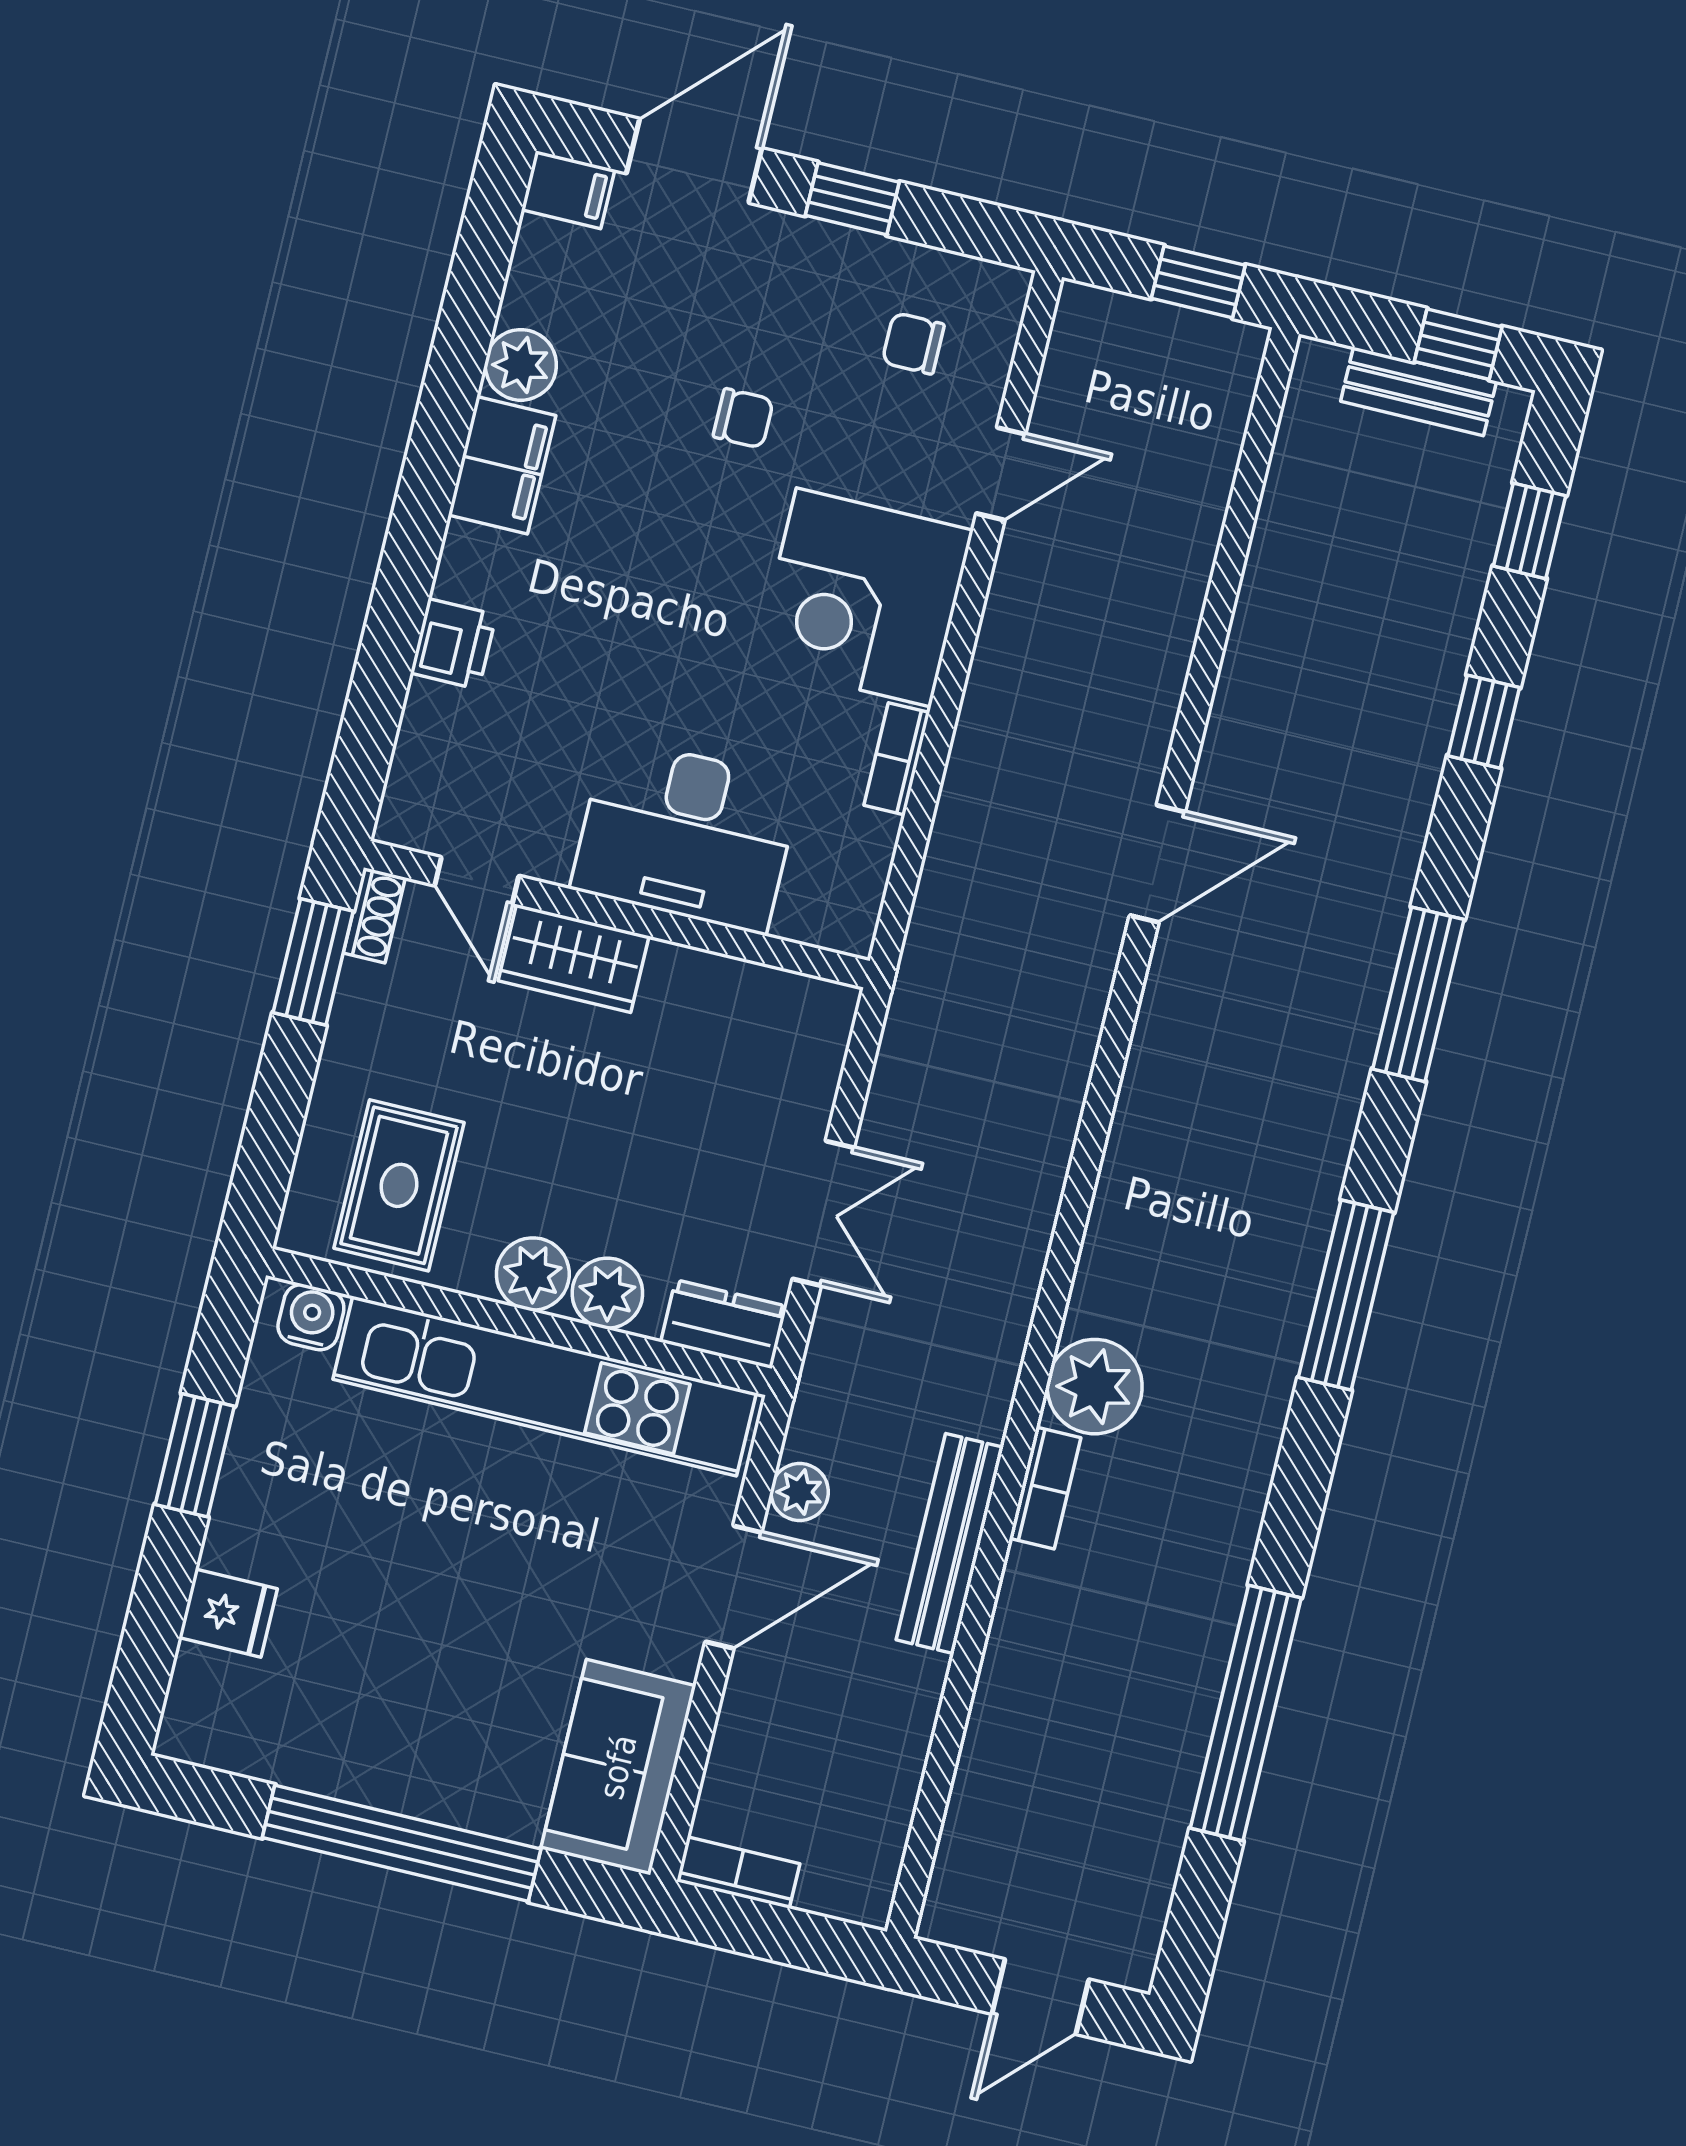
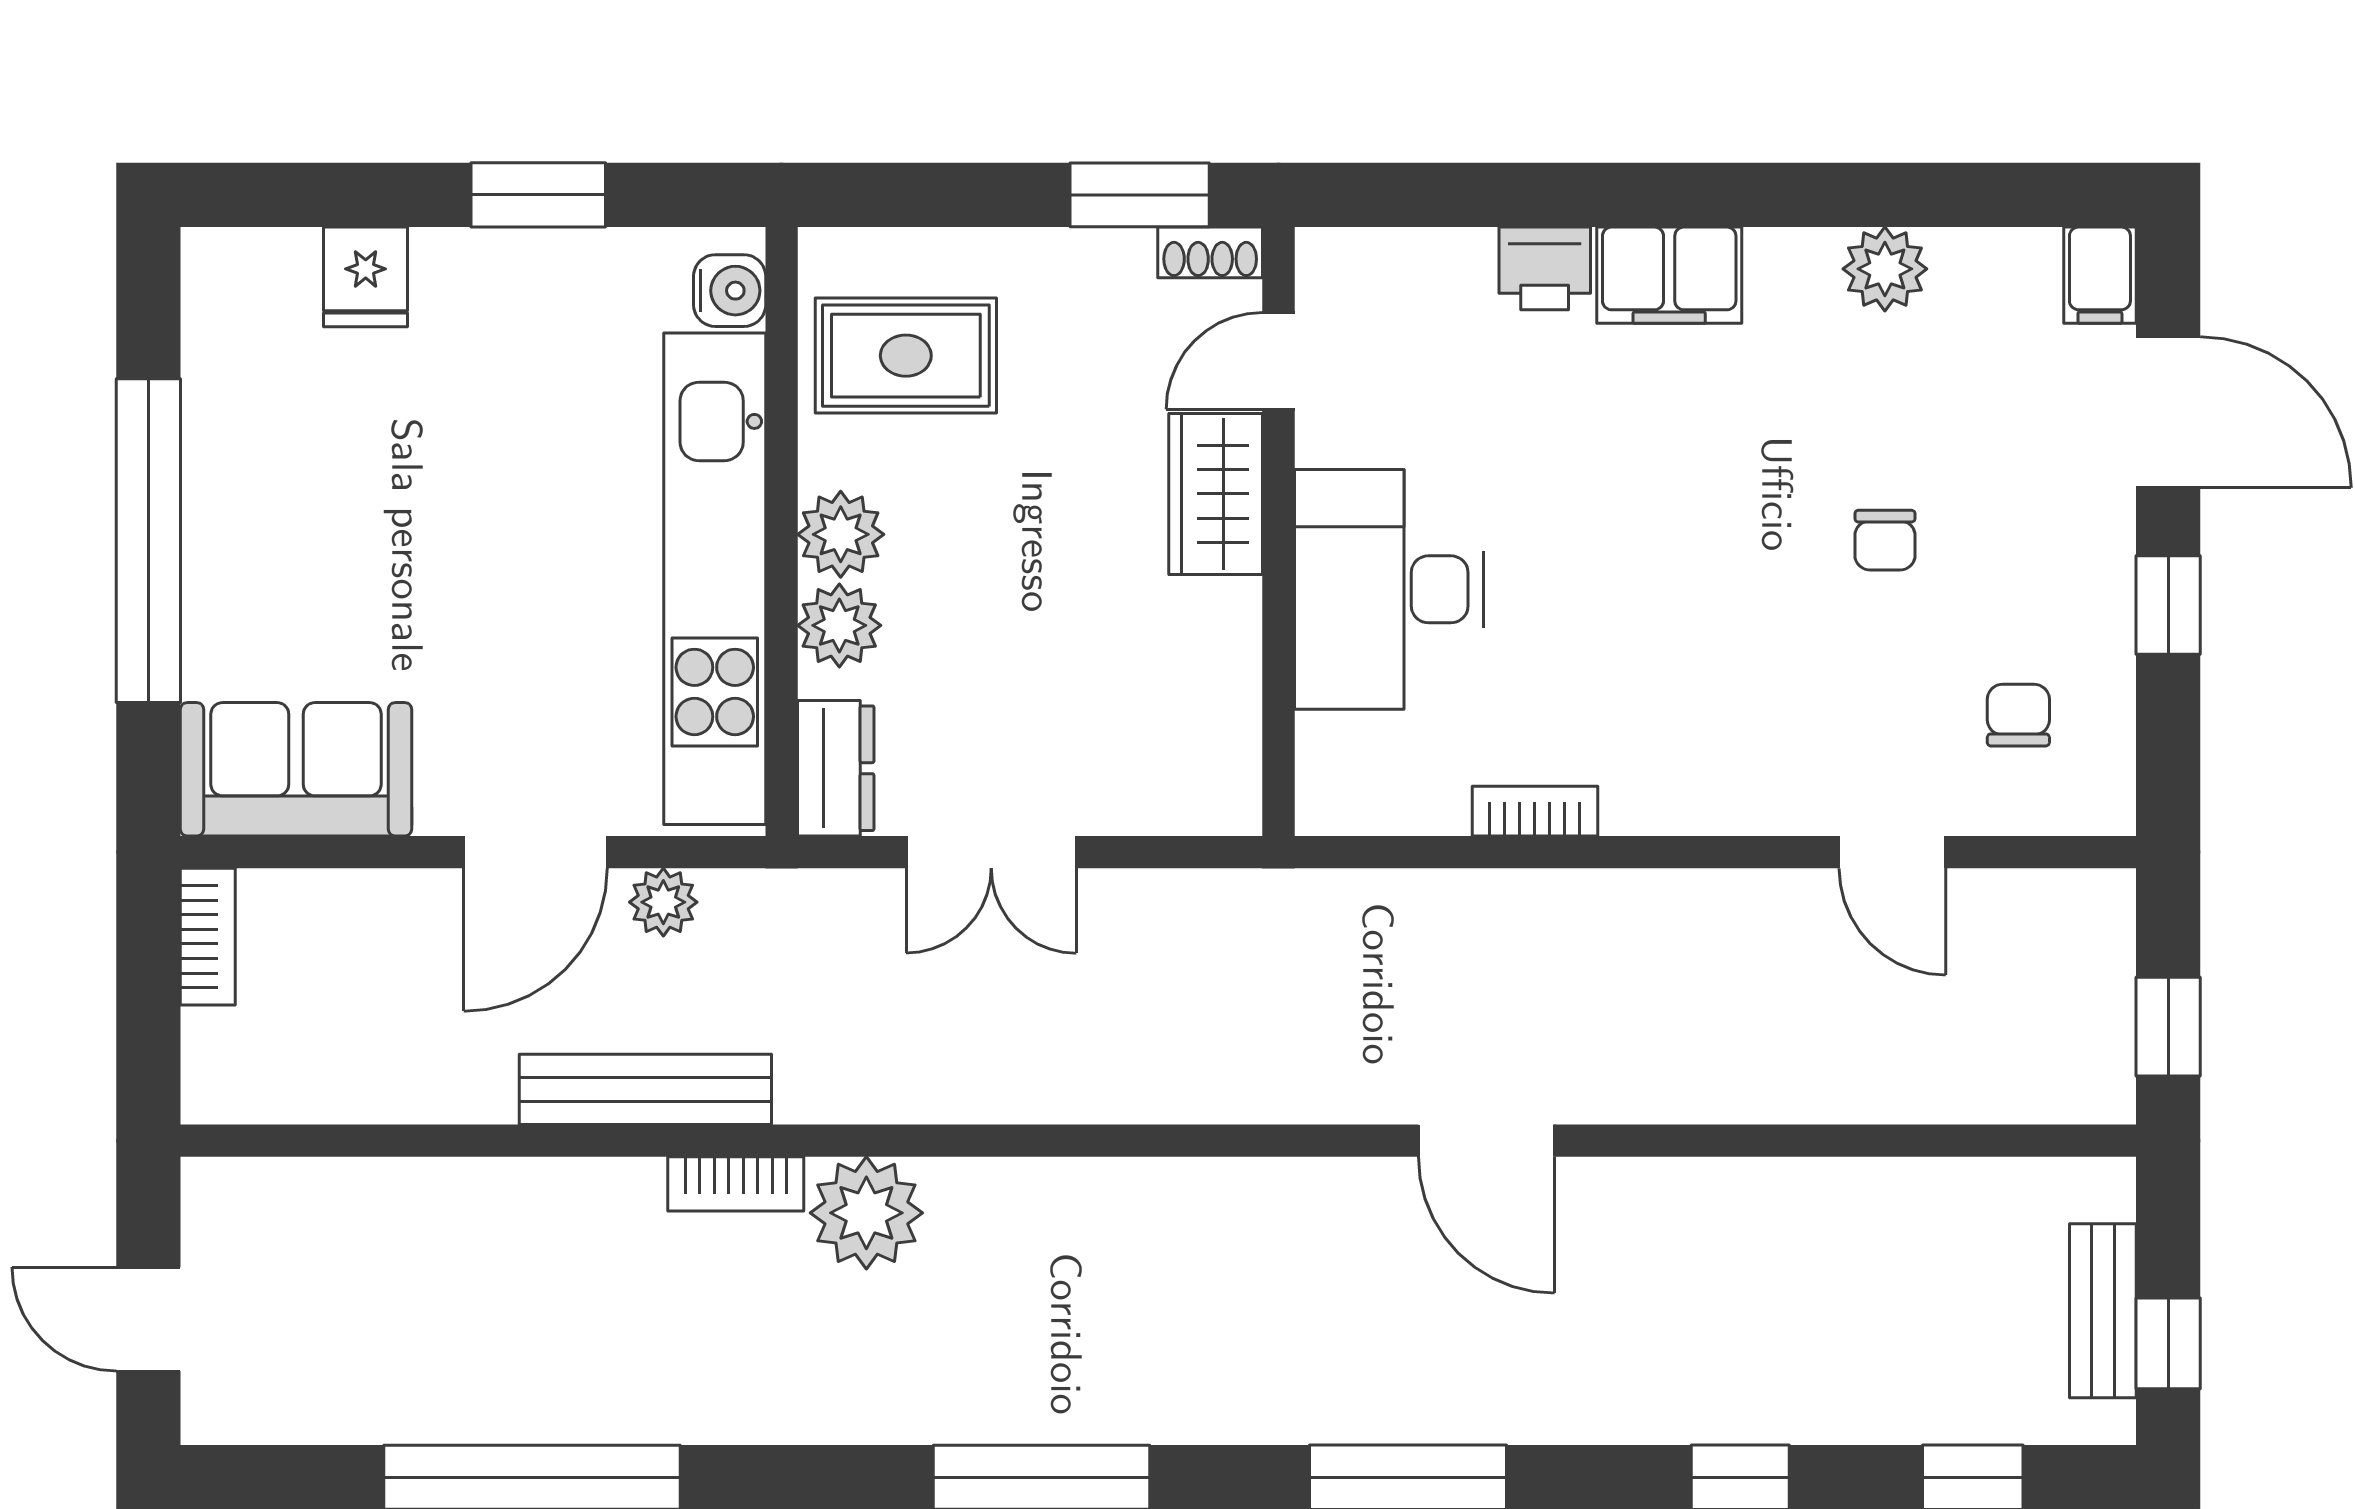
filing cabinet: (502, 465) -> (1669, 275), moved
corner desk: (864, 597) -> (1712, 728), removed
door: (733, 1587) -> (535, 852), hinge flipped

